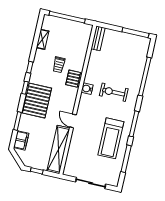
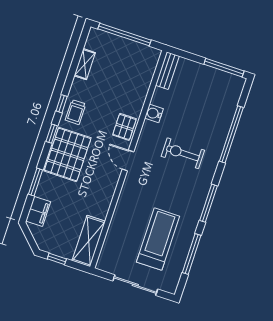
trolley: (59, 65) -> (76, 112), moved
water cooler: (87, 89) -> (154, 113), moved
door: (73, 121) -> (128, 160), moved
treadmill: (111, 138) -> (158, 239), moved, turned 180
shelving: (58, 149) -> (89, 241), width x0.68

